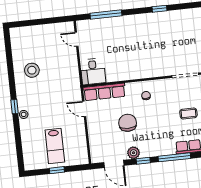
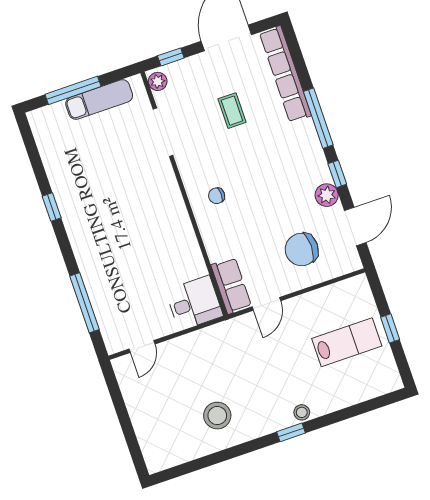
row of seats: (104, 92) -> (231, 286), width x0.68
chair: (128, 123) -> (302, 249), moved

